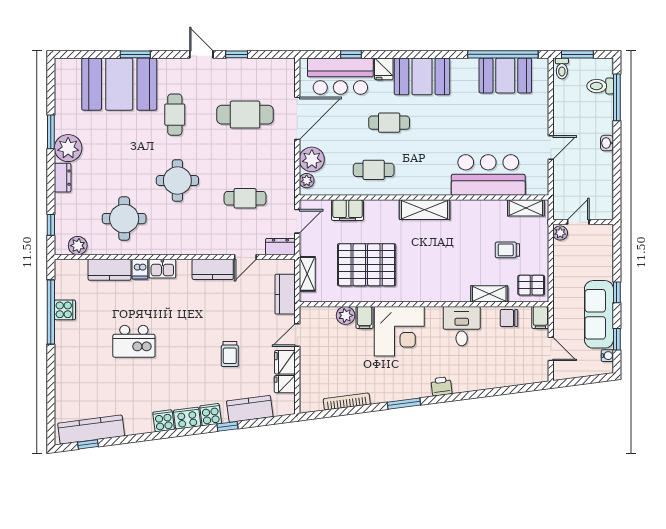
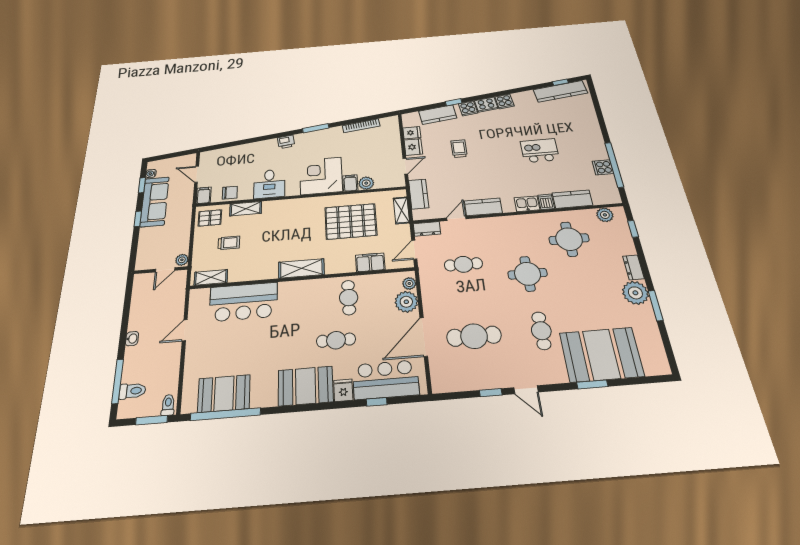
cafe table: (374, 170) -> (349, 298), turned 90

